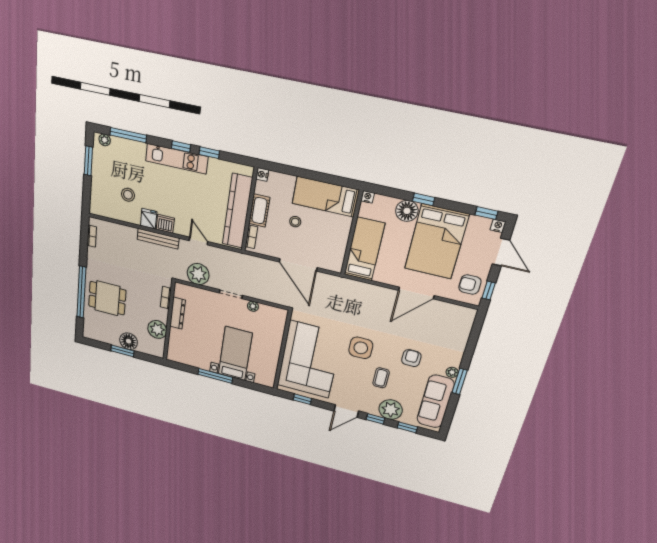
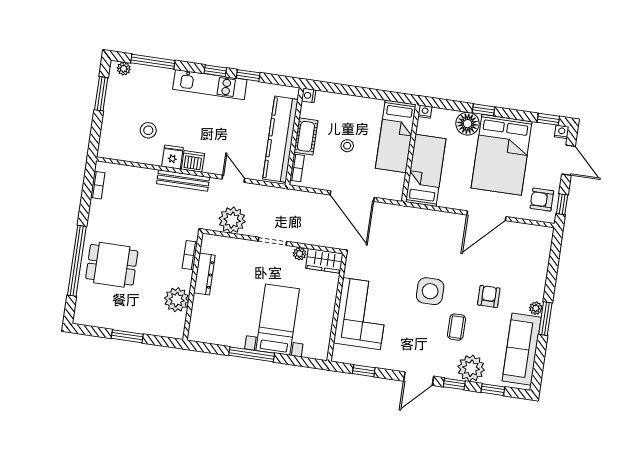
bed: (326, 197) -> (396, 136), moved, turned -90
wardrobe: (273, 314) -> (324, 261), added
floor lamp: (129, 341) -> (137, 321), removed
corner sofa: (309, 360) -> (362, 314), width x0.73, depth x0.74

